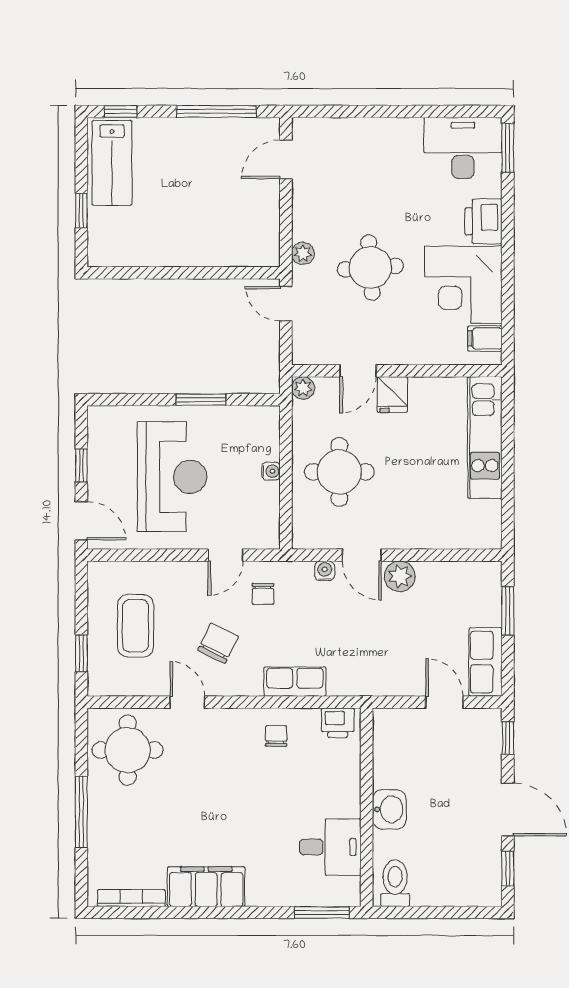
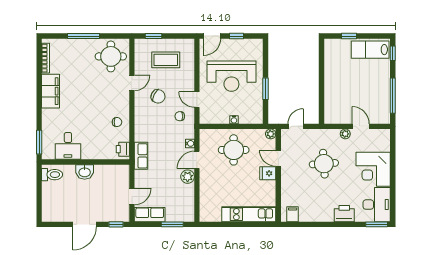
door: (286, 159) -> (361, 126), moved
plant: (303, 253) -> (345, 134), moved
corner desk: (463, 285) -> (373, 169), moved, turned -90
door: (286, 304) -> (296, 126), moved
row of seats: (295, 682) -> (141, 156), moved
window: (508, 869) -> (58, 224), removed

